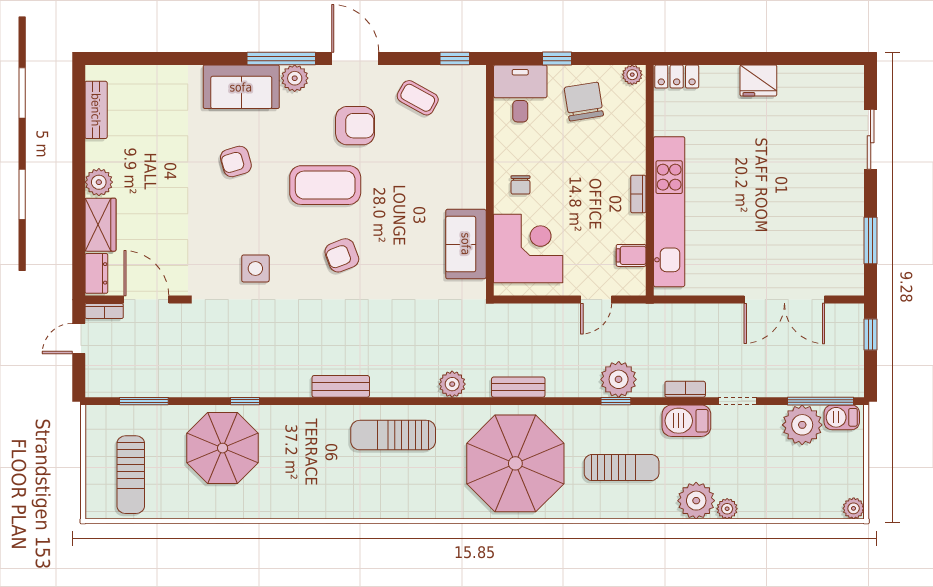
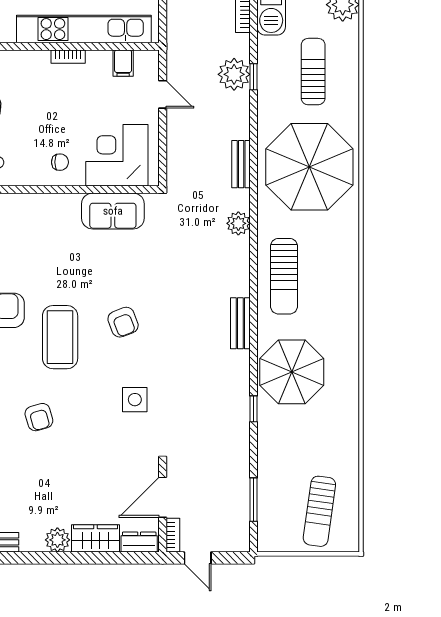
parasol: (223, 448) -> (292, 372), moved
sun lounger: (131, 475) -> (319, 511), turned 98

